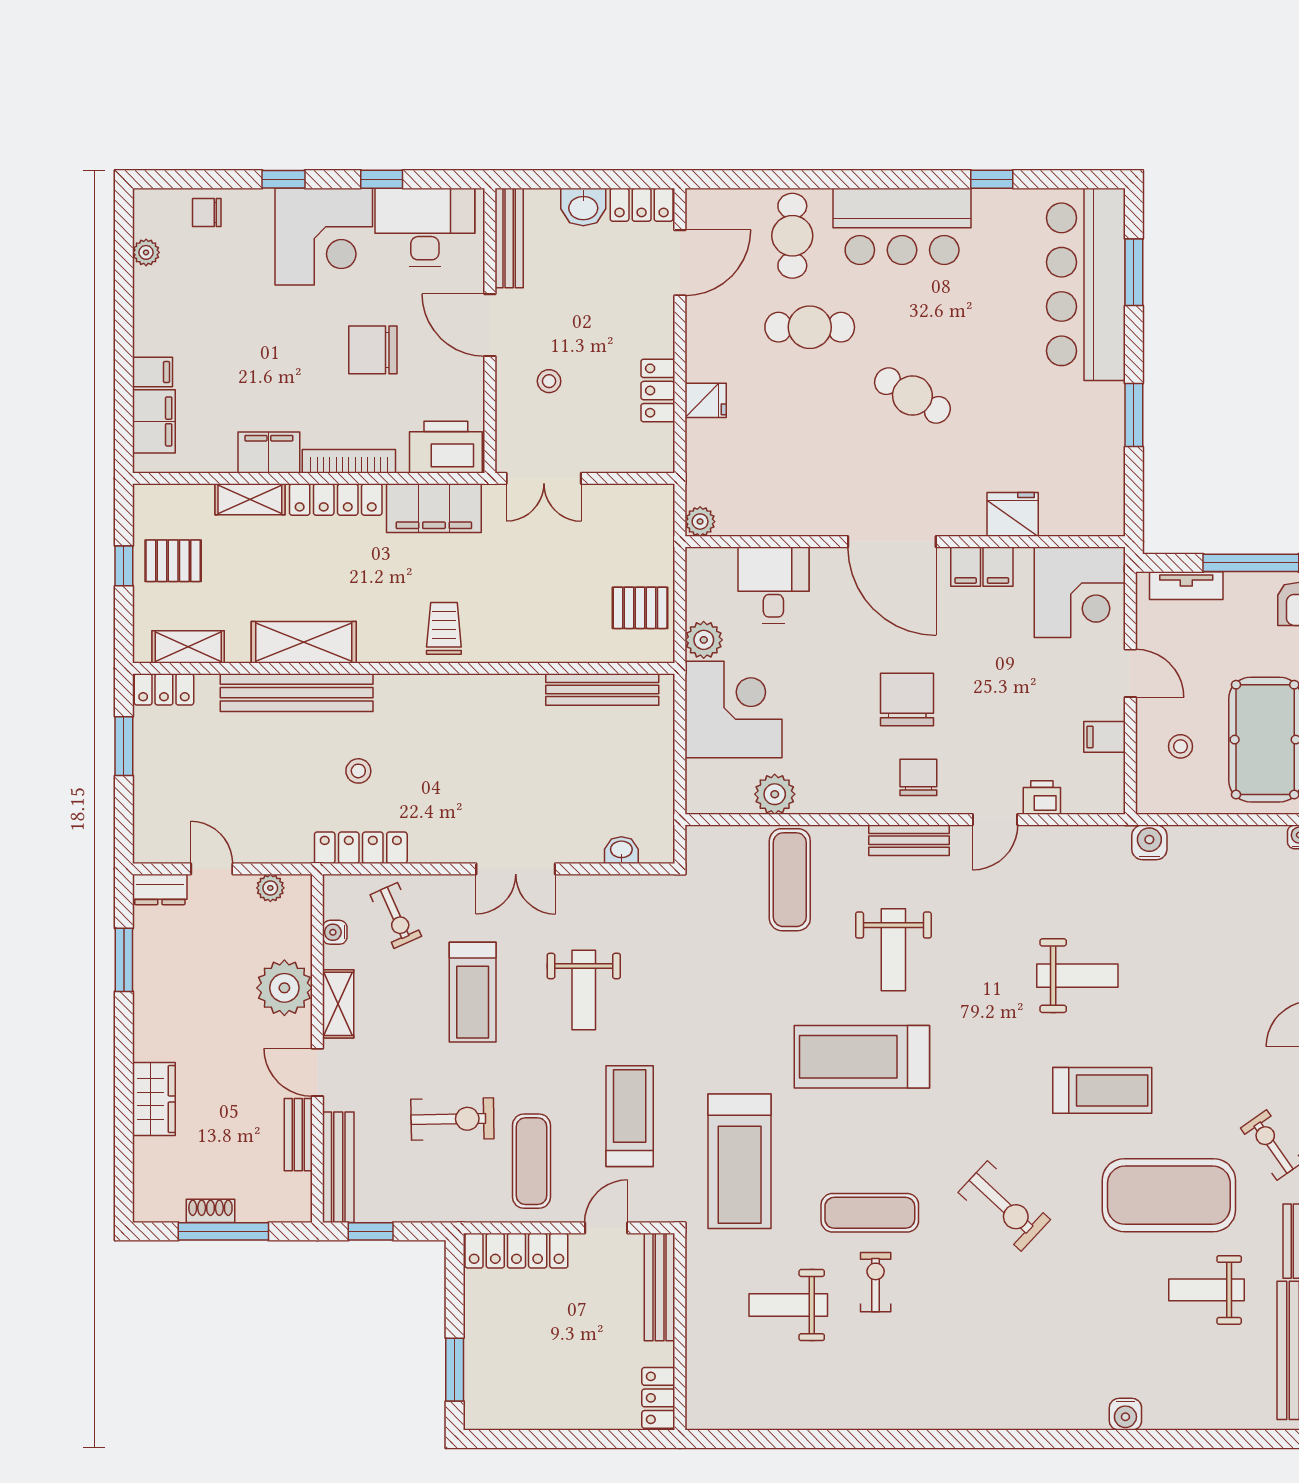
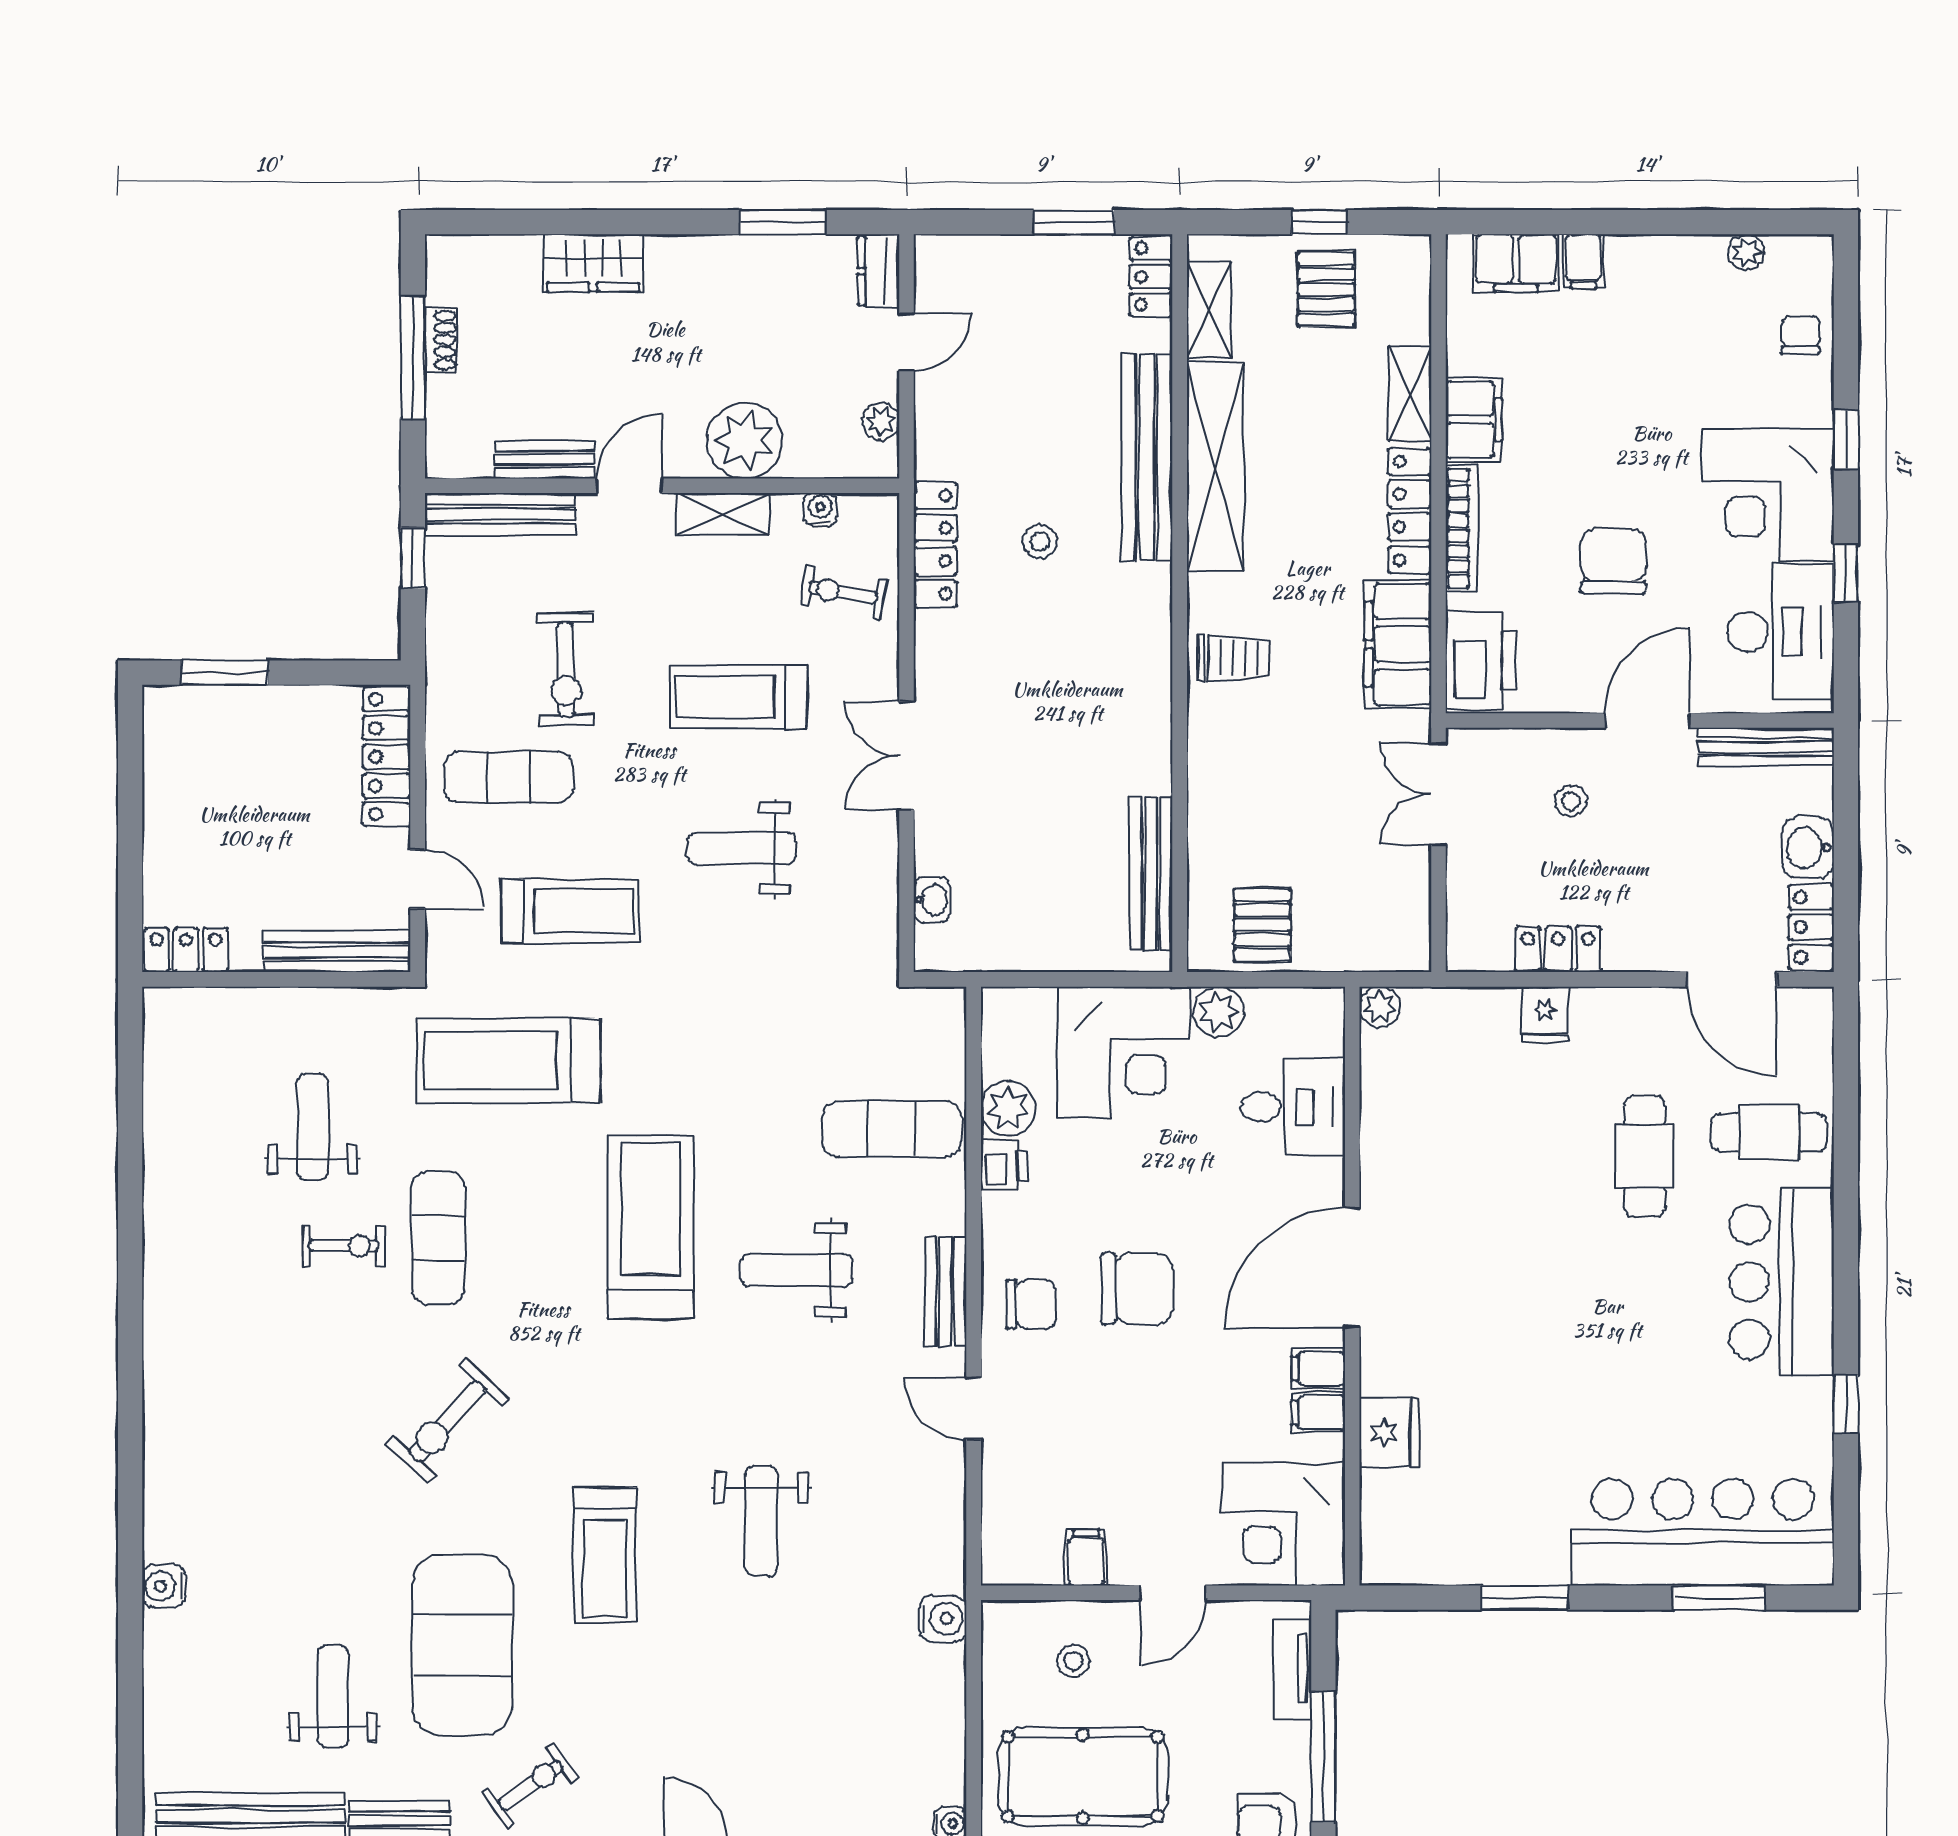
cafe table: (912, 396) -> (1551, 1296), removed
shelving: (304, 642) -> (1215, 467), width x1.47
printer: (1042, 798) -> (1004, 1165), moved
exercise bike: (396, 915) -> (843, 592), turned 34

